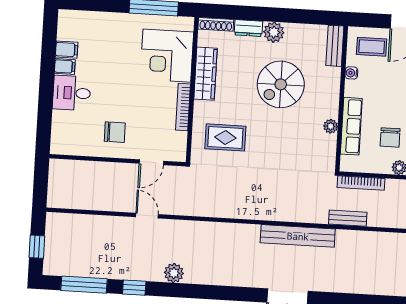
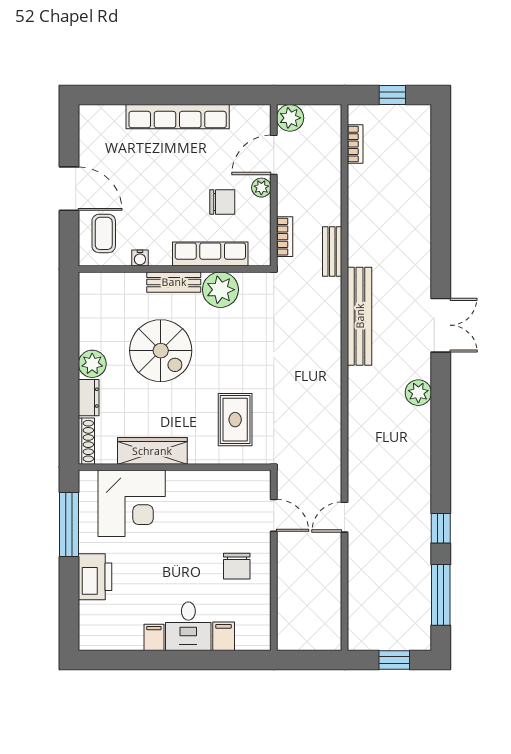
printer: (113, 25) -> (95, 577), added
bench: (335, 46) -> (174, 282), moved
filing cabinet: (67, 50) -> (224, 636), moved
bookcase: (183, 107) -> (198, 478), removed
plant: (331, 126) -> (220, 290), width x1.88, depth x1.88
chair: (115, 132) -> (237, 566), turned 180
bookcase: (361, 183) -> (285, 237), width x0.64
plant: (174, 273) -> (418, 393), moved

